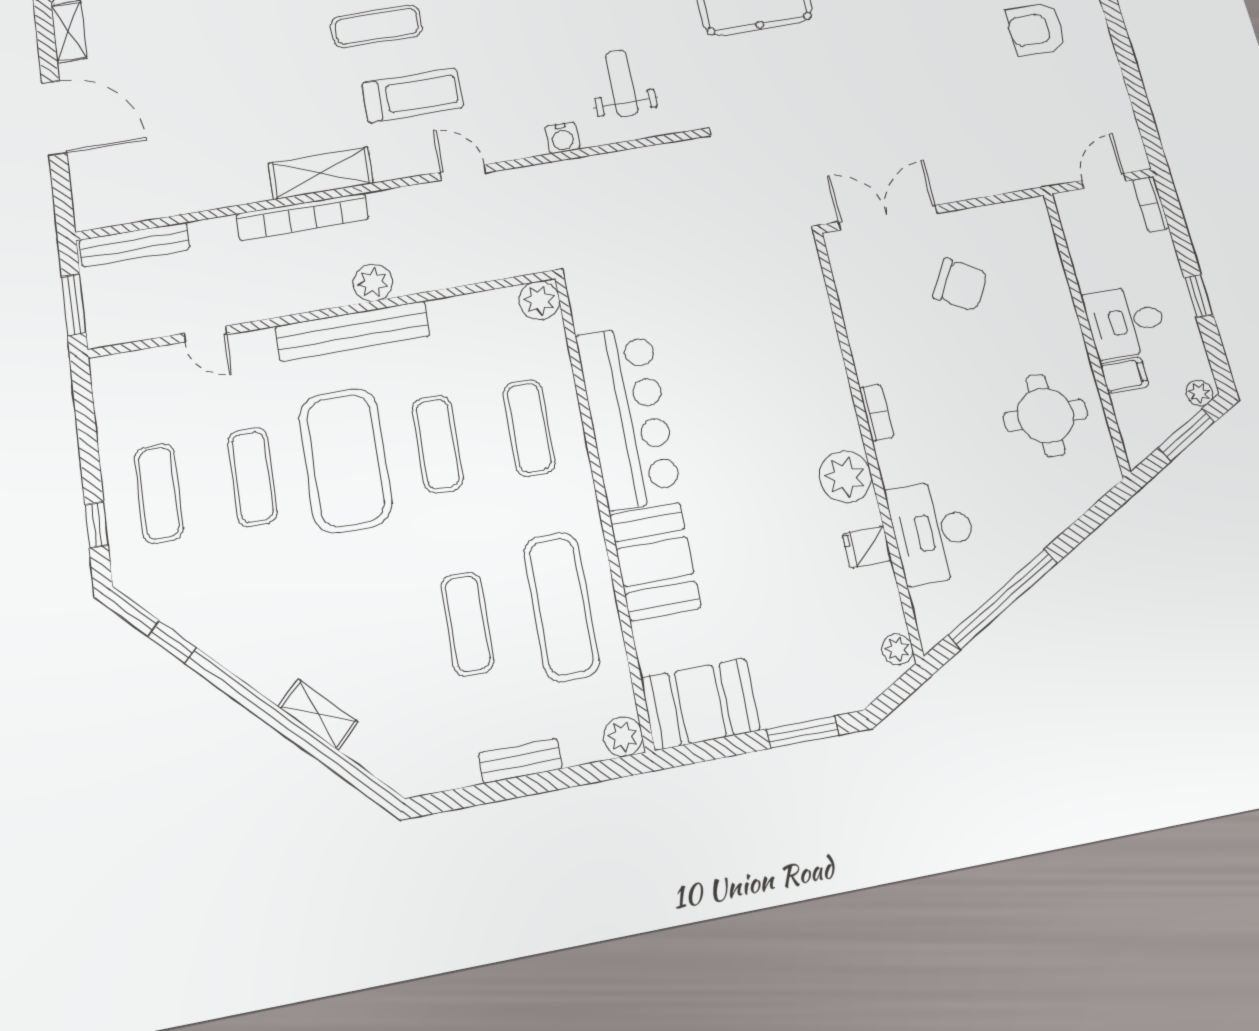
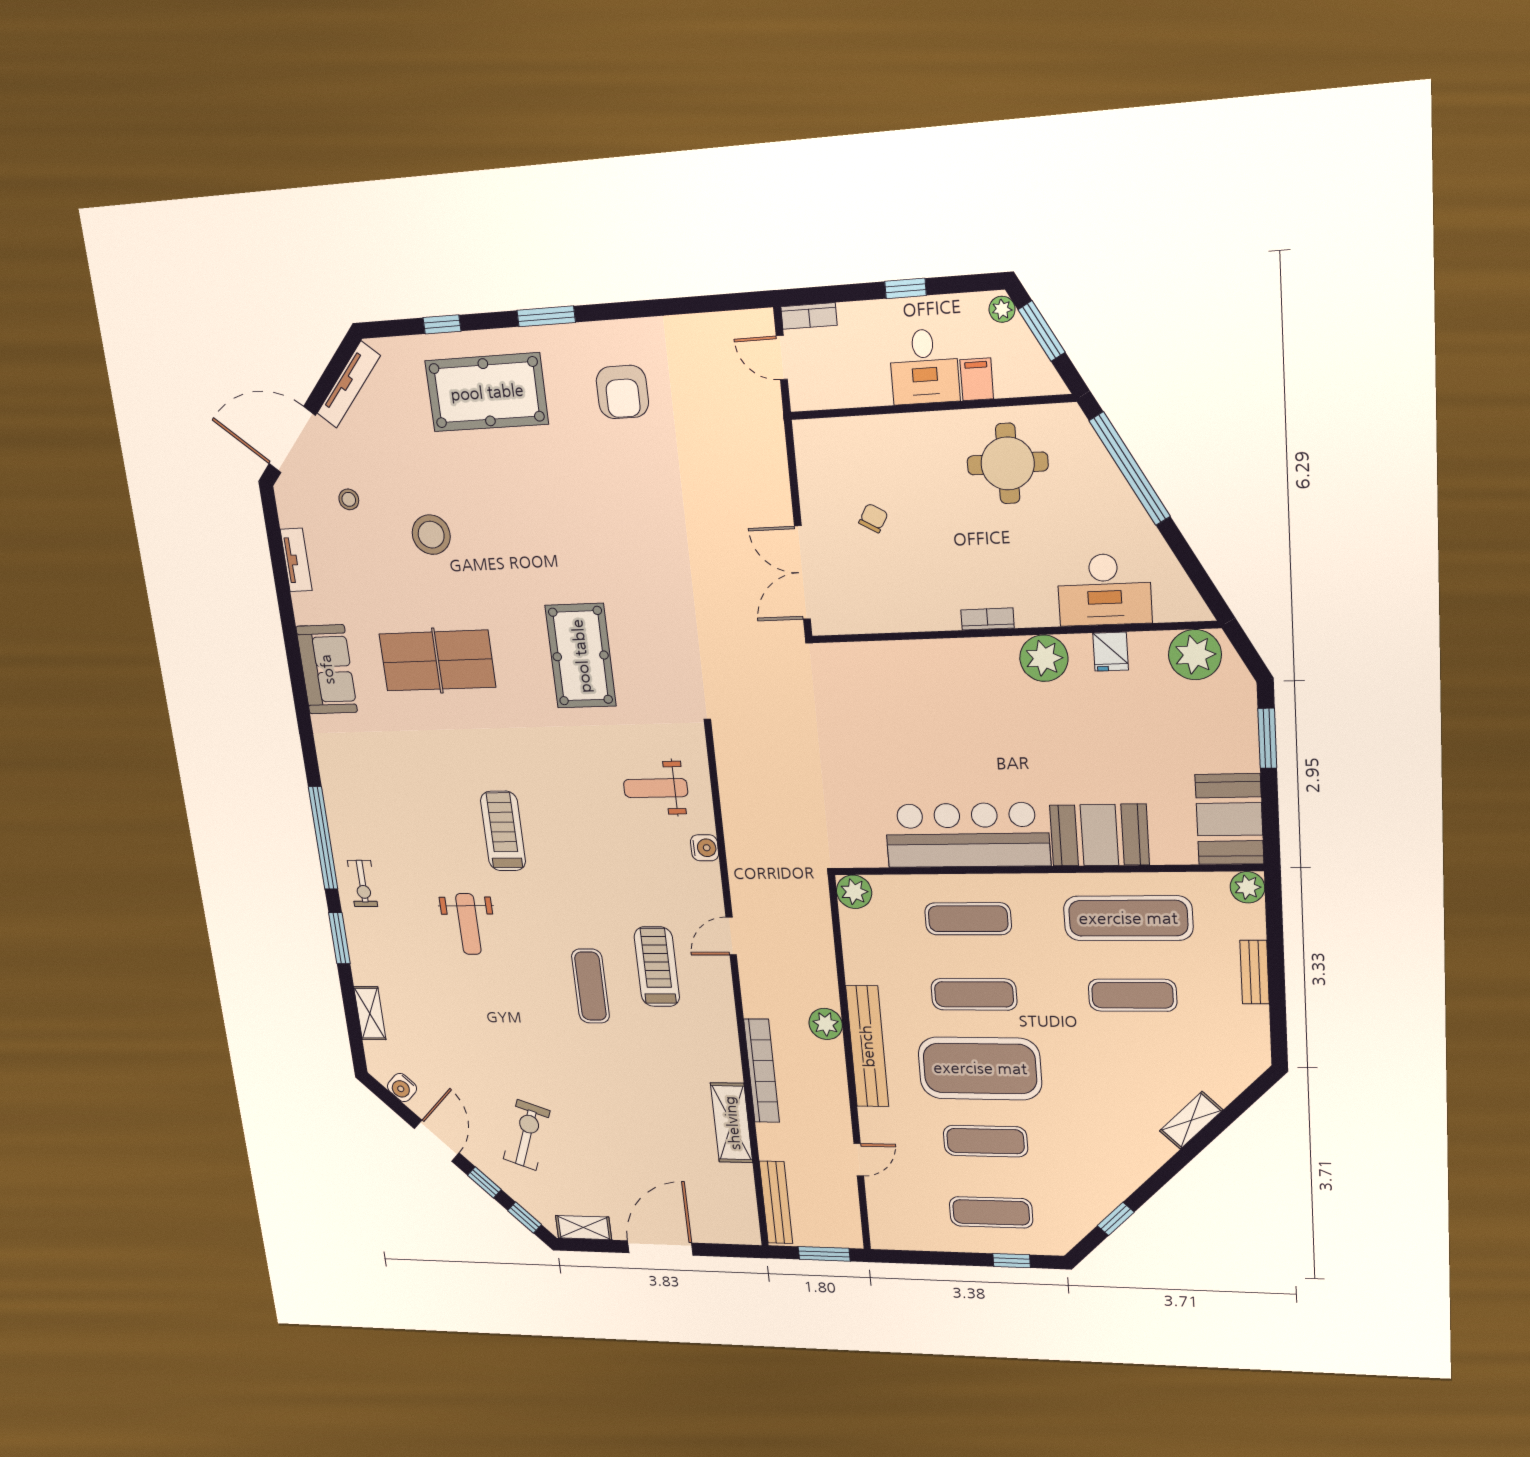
shelving: (321, 173) -> (732, 1123), moved
chair: (960, 285) -> (873, 518), width x0.54, depth x0.54
window: (1003, 599) -> (1130, 469), moved
plant: (897, 649) -> (1195, 655), width x1.87, depth x1.87

